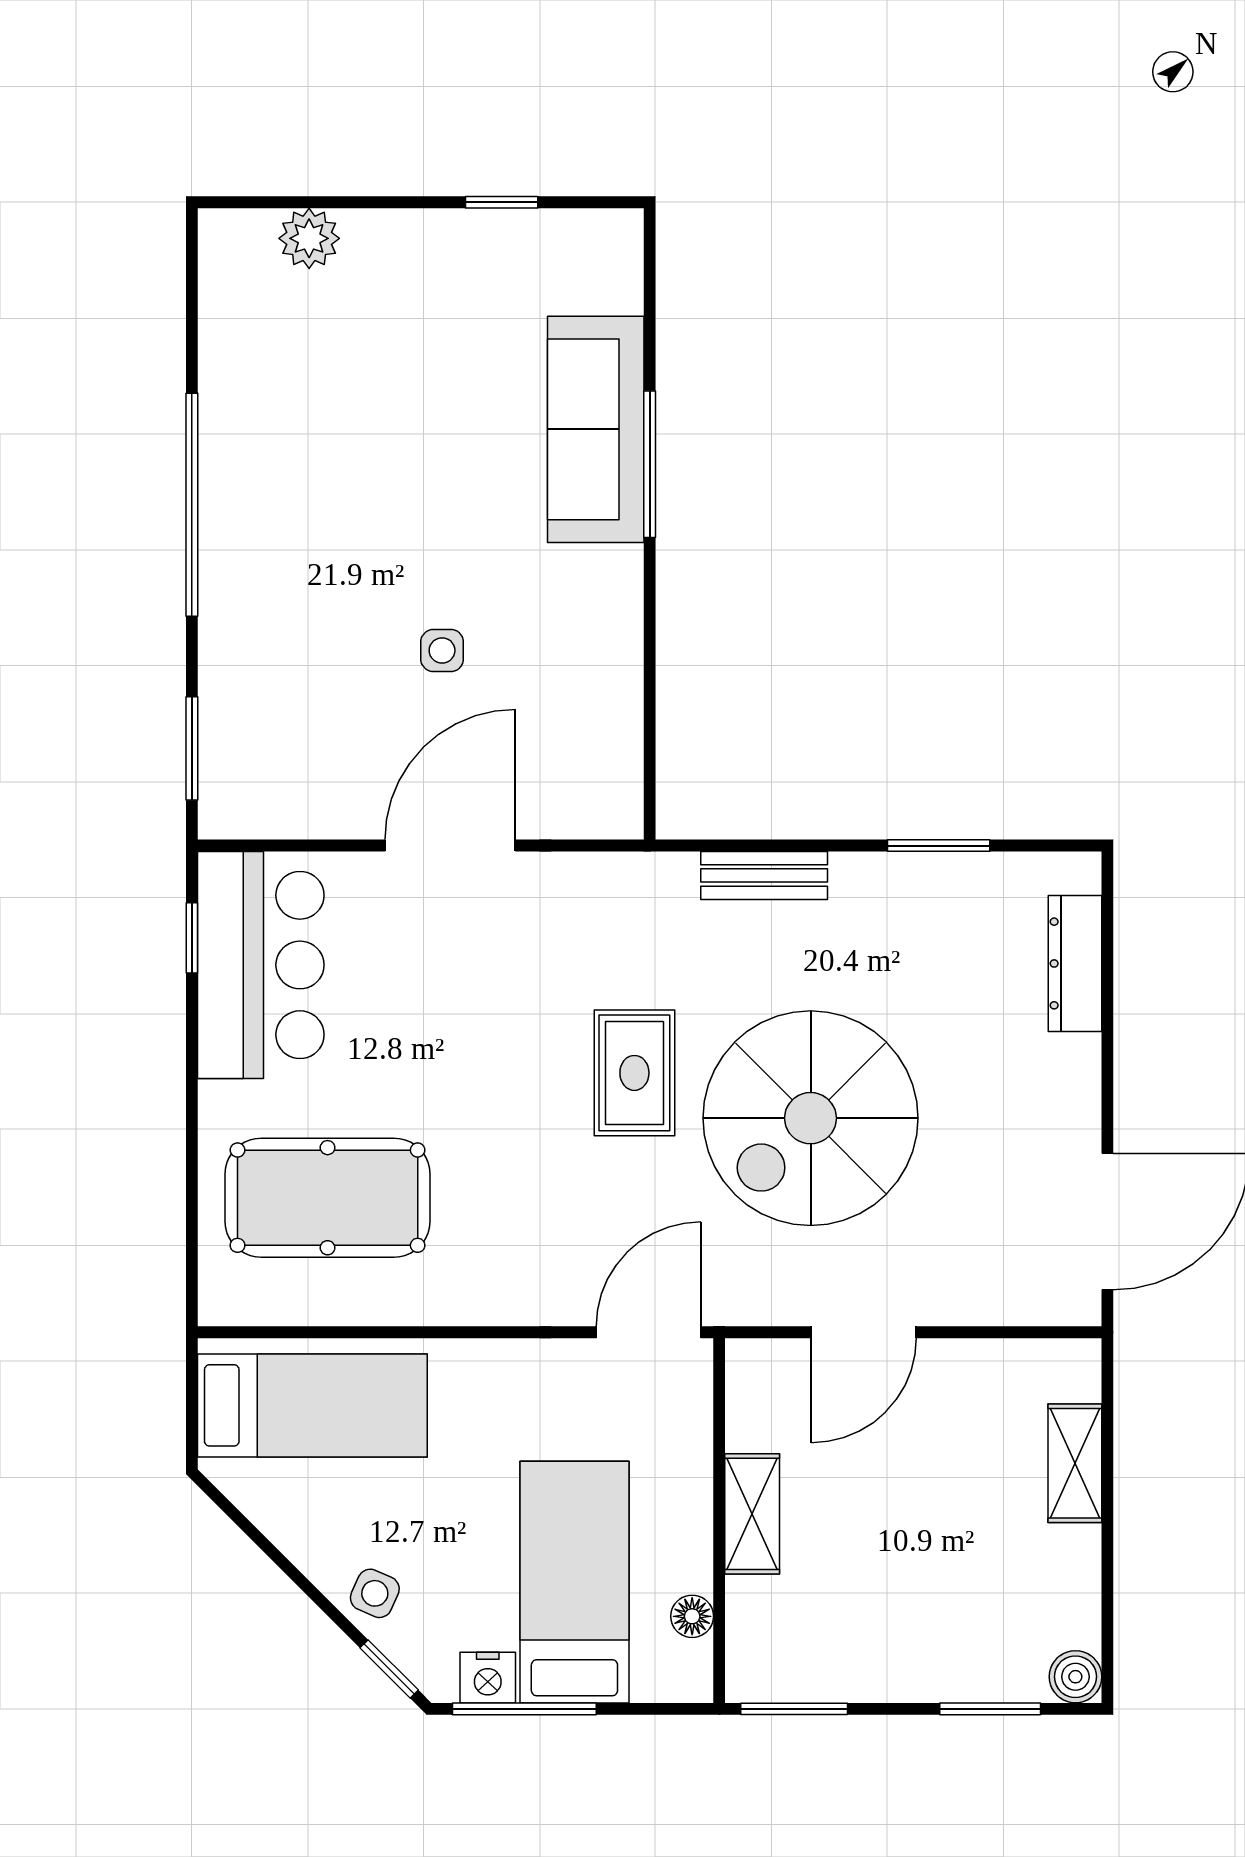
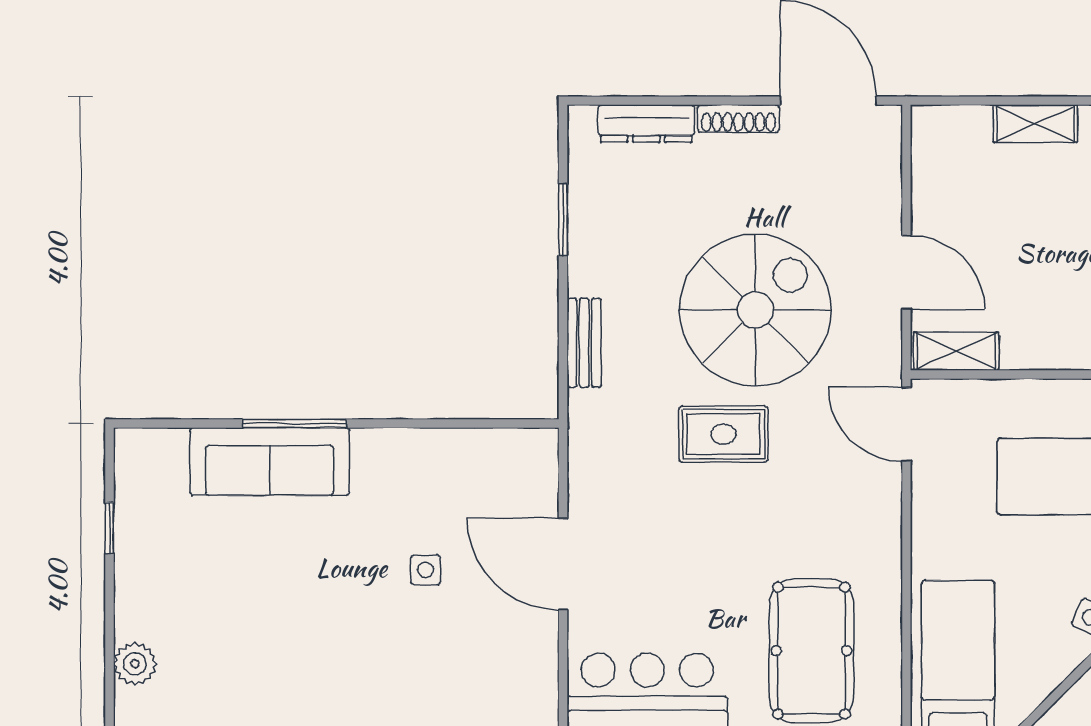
shoe rack: (1082, 1094) -> (738, 119), added
spiral stairs: (811, 1118) -> (755, 310), turned -90
shelving: (1075, 1463) -> (1035, 124), moved
shelving: (752, 1514) -> (956, 351), moved

